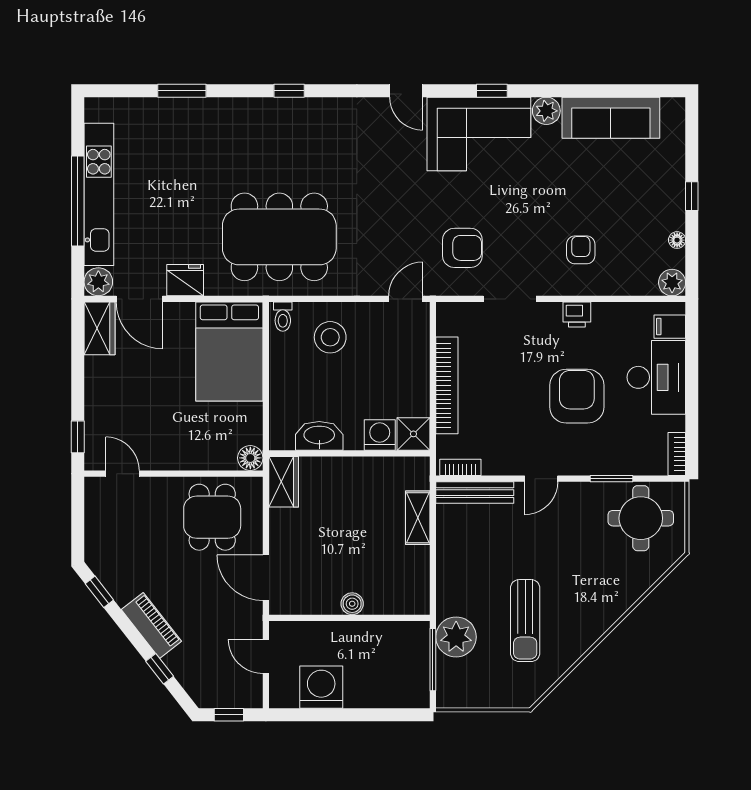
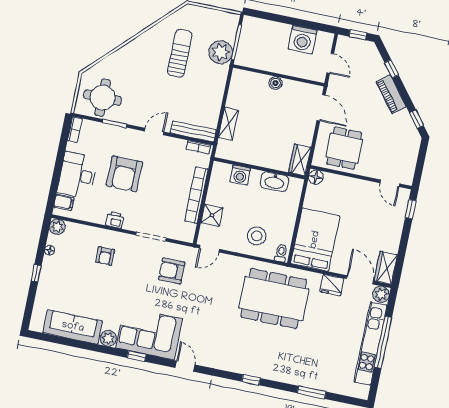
shower: (413, 434) -> (212, 215), moved

